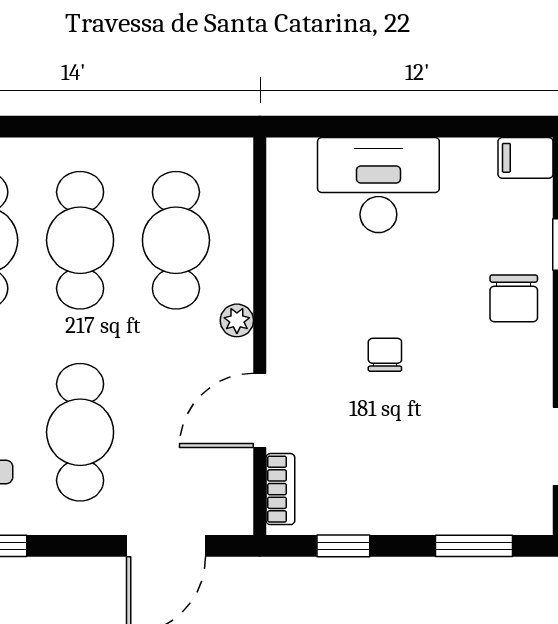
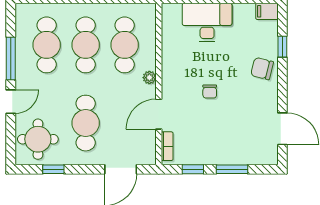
chair: (514, 298) -> (262, 69), turned 104
chair: (385, 355) -> (210, 91), turned 180
window: (474, 546) -> (232, 169), moved

